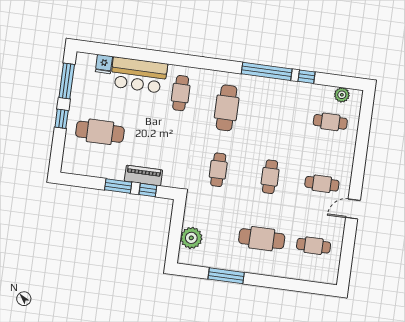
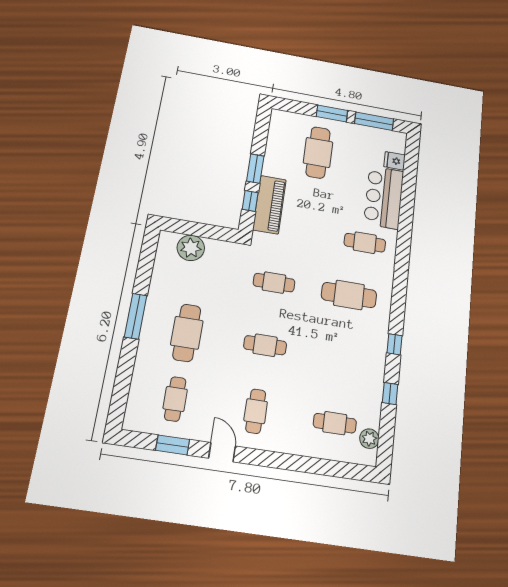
window: (267, 71) -> (394, 344), width x0.32
window: (62, 119) -> (332, 113), width x1.50
cafe table: (330, 122) -> (335, 423), turned 90
piano: (143, 176) -> (269, 205), width x1.37, depth x1.33
window: (348, 246) -> (173, 445), added
window: (226, 276) -> (136, 316), moved

